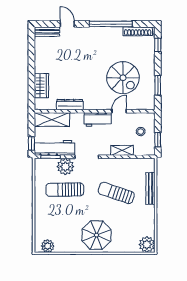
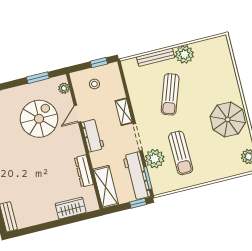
plant: (143, 105) -> (64, 88), added
door: (119, 111) -> (78, 114), hinge flipped
shelving: (122, 150) -> (124, 112), moved
parasol: (96, 235) -> (228, 119), moved
plant: (147, 244) -> (184, 54), moved

